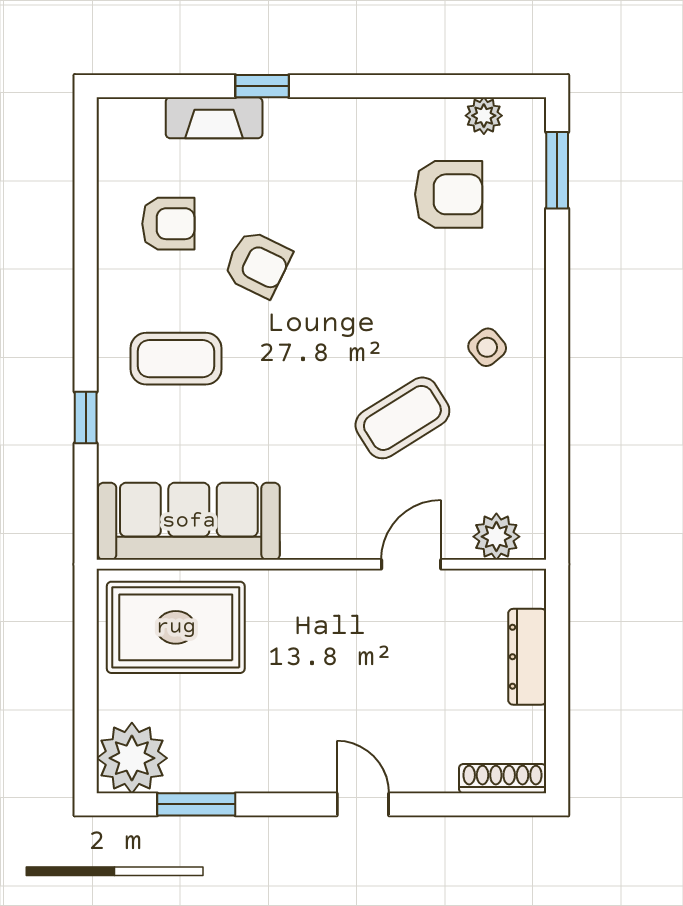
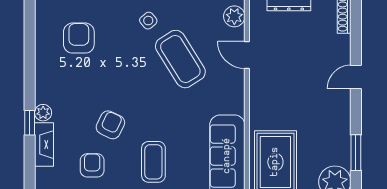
plant: (484, 116) -> (43, 113), moved
coffee table: (402, 418) -> (180, 59), width x1.36, depth x1.32

